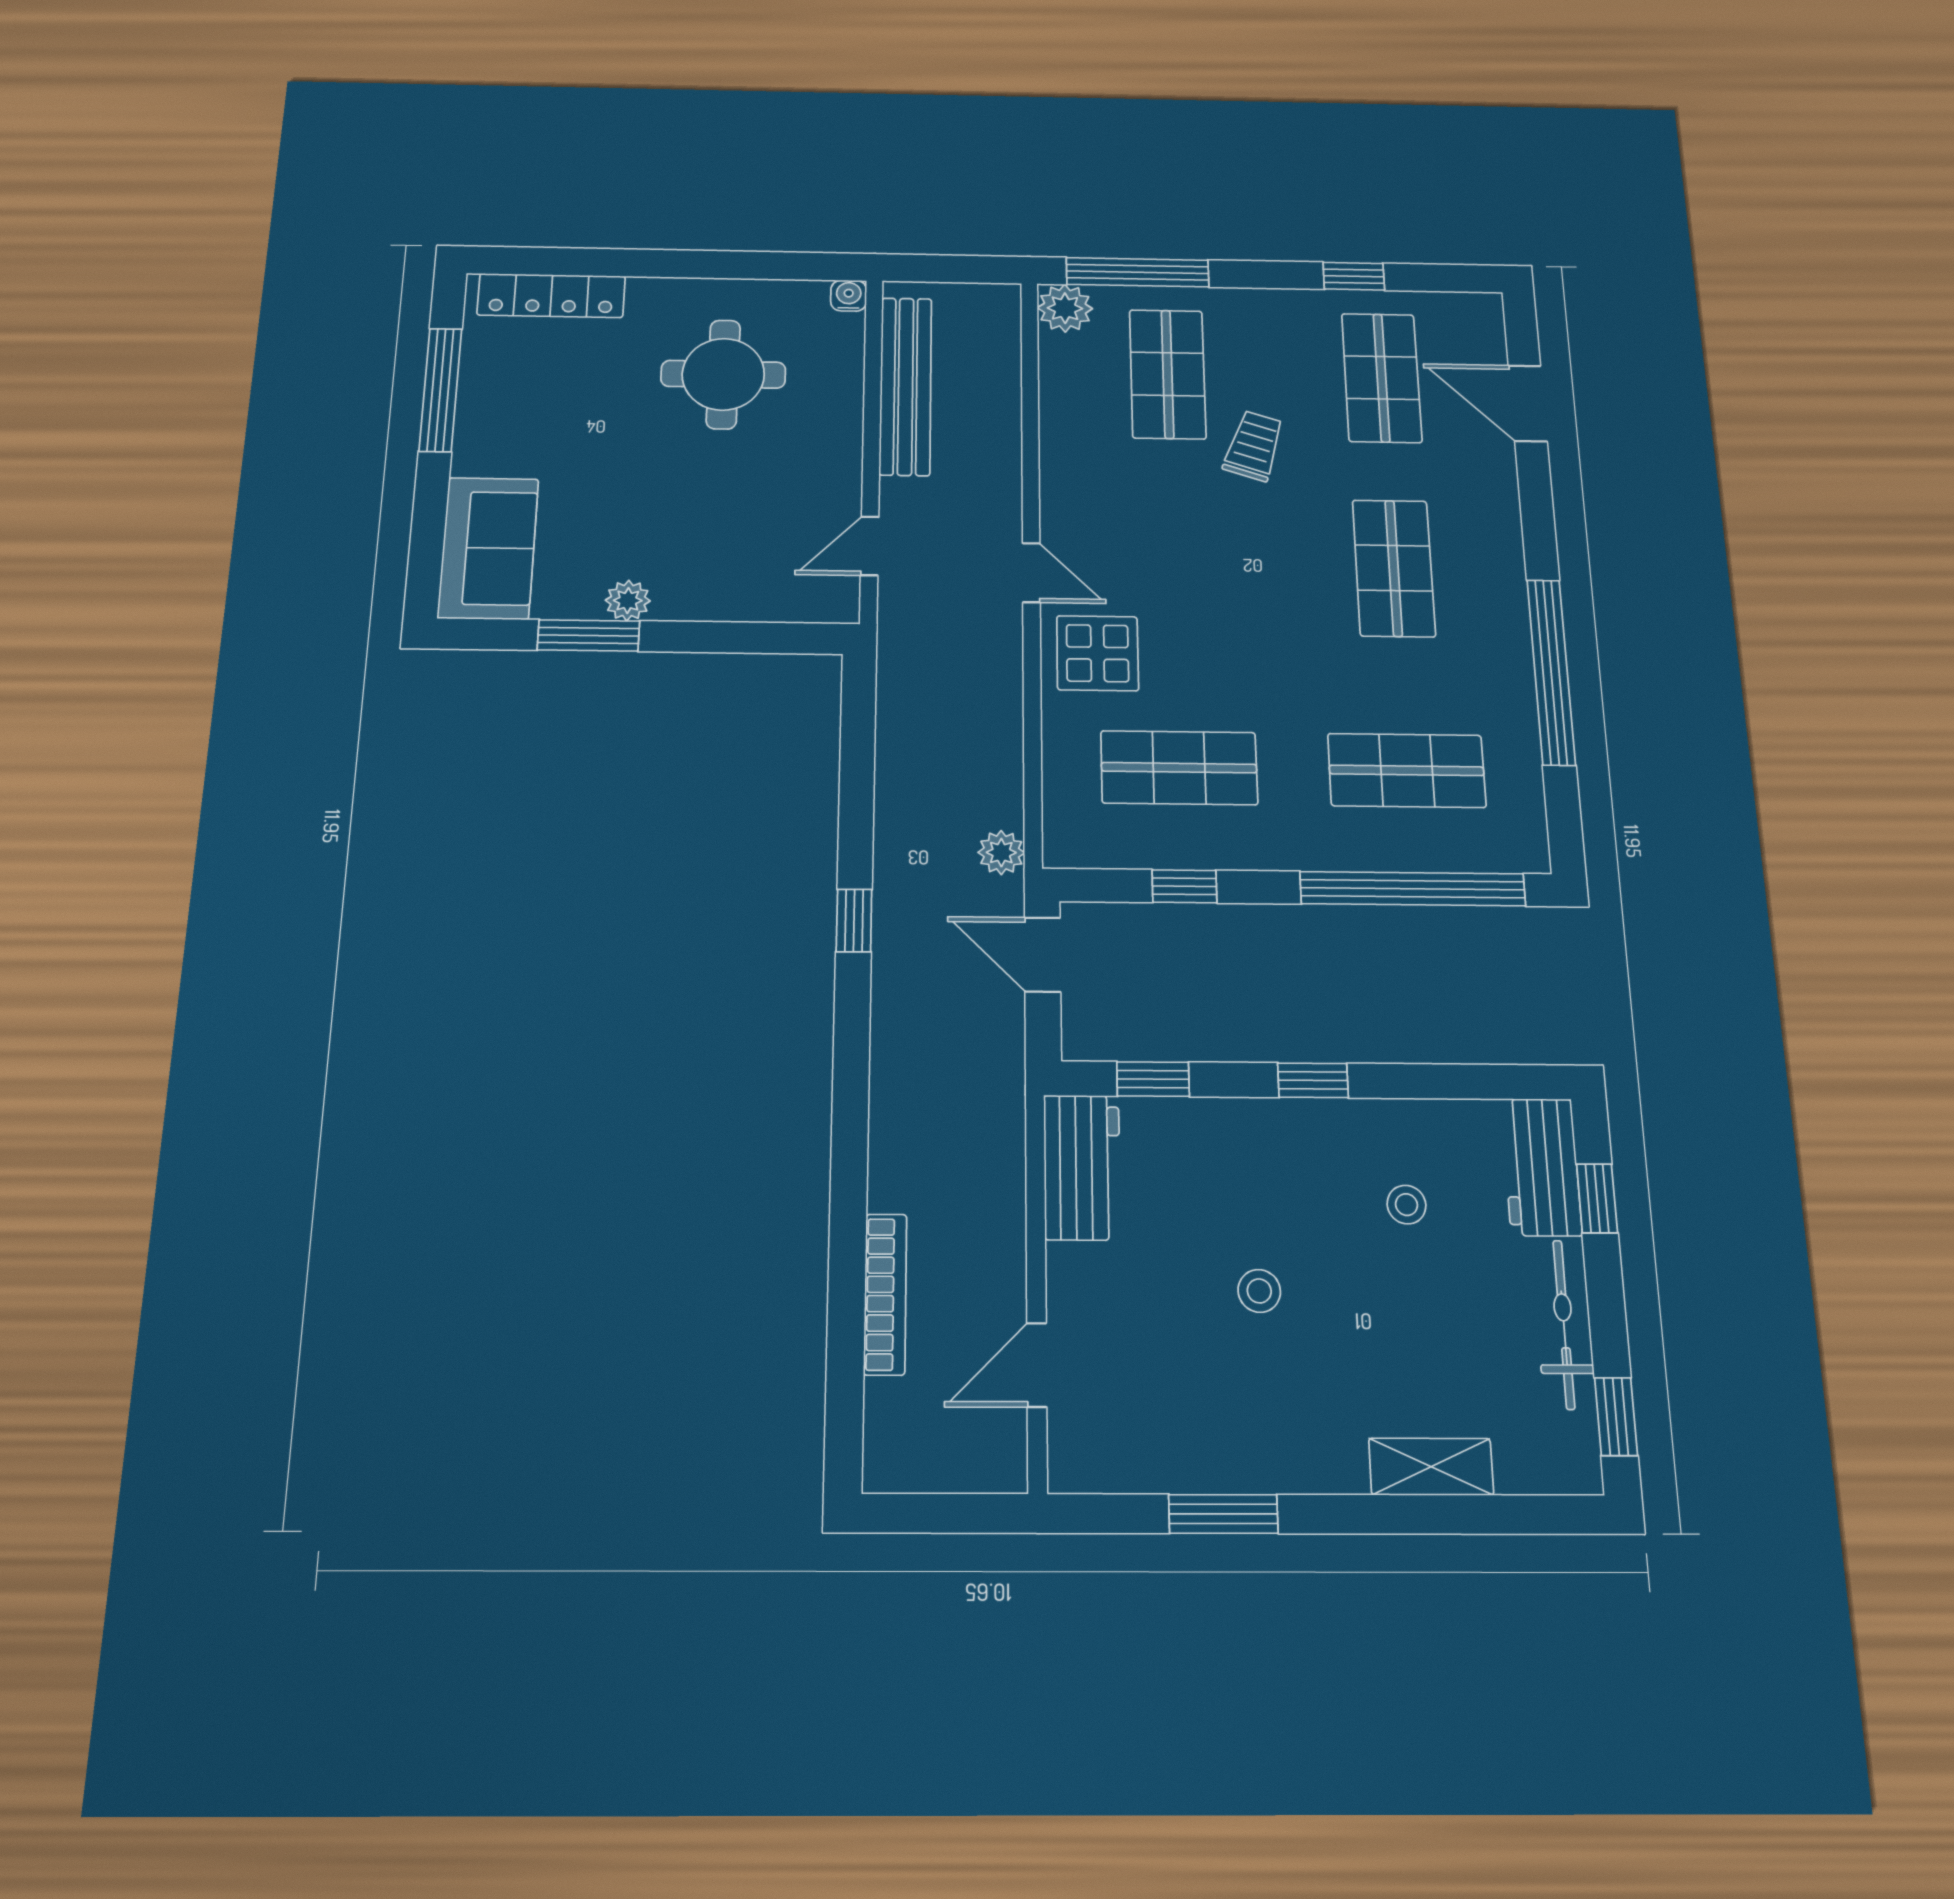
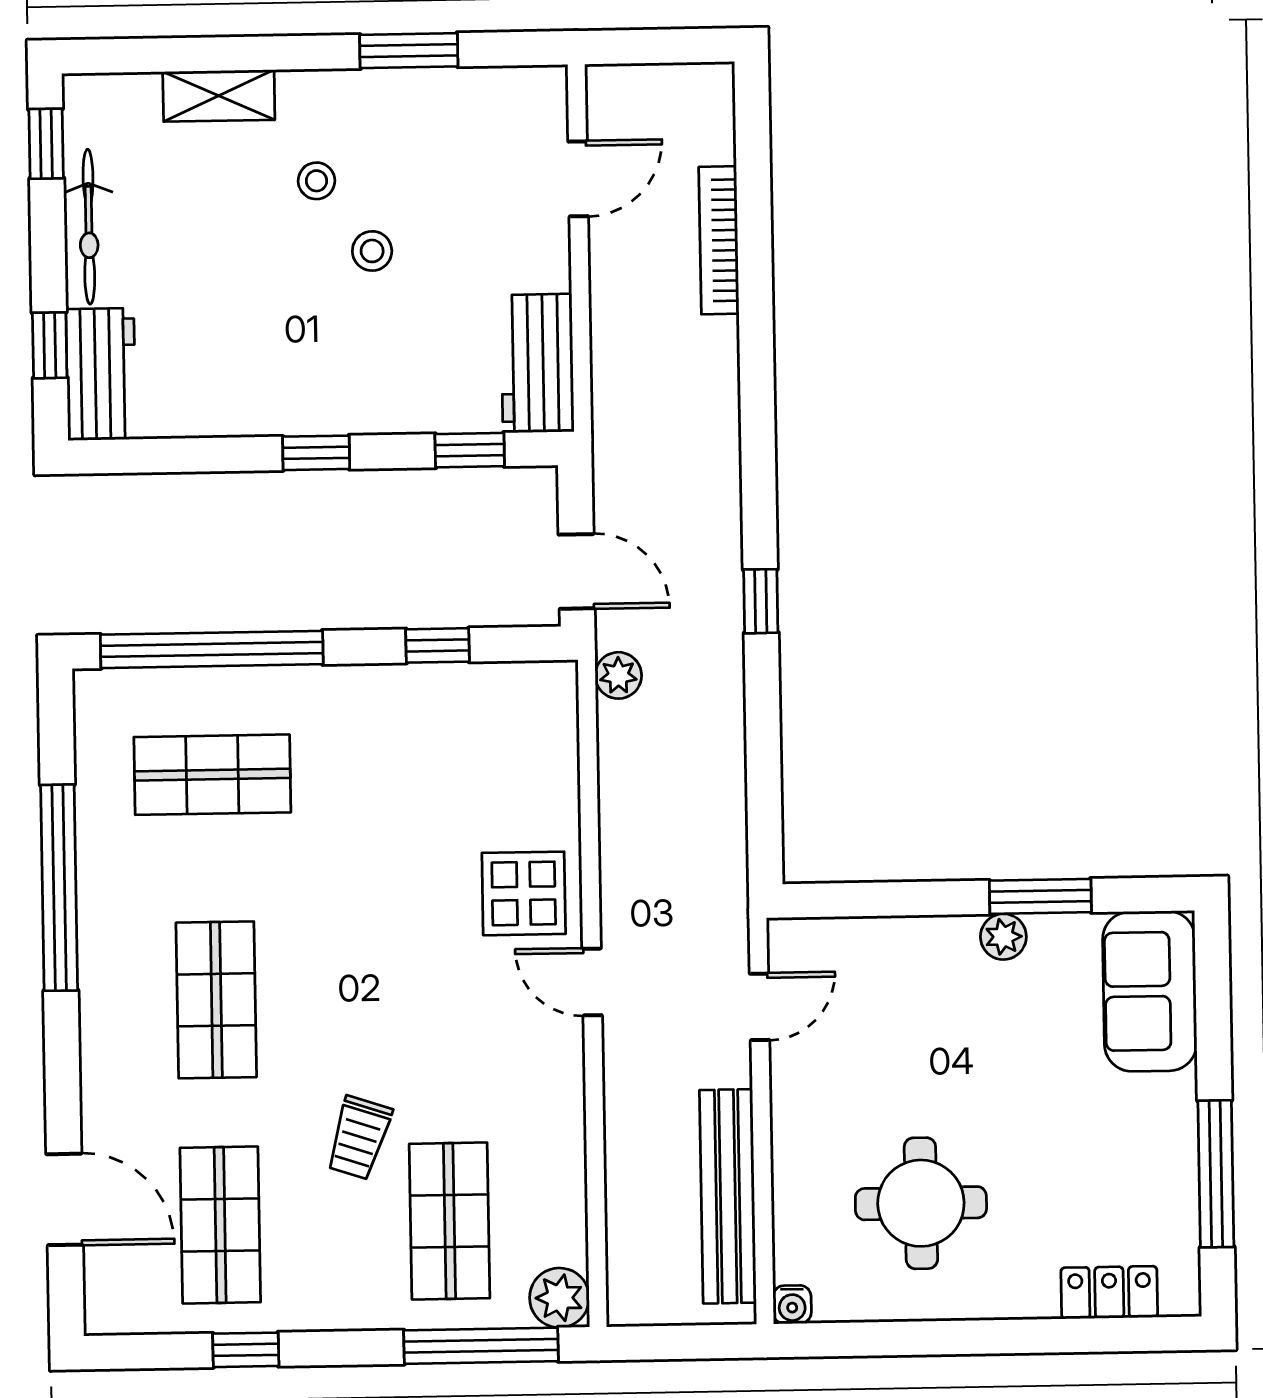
locker: (551, 296) -> (1109, 1292), width x0.66
shop shelf: (1179, 768) -> (442, 771), removed
stool: (1406, 1205) -> (316, 181), moved

